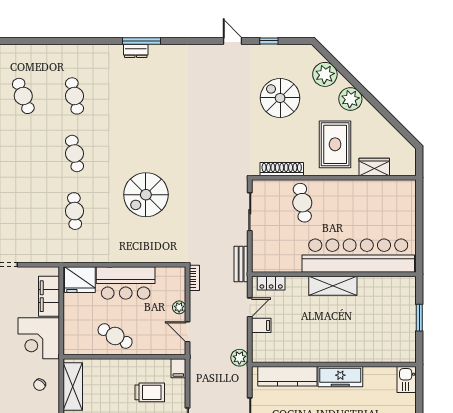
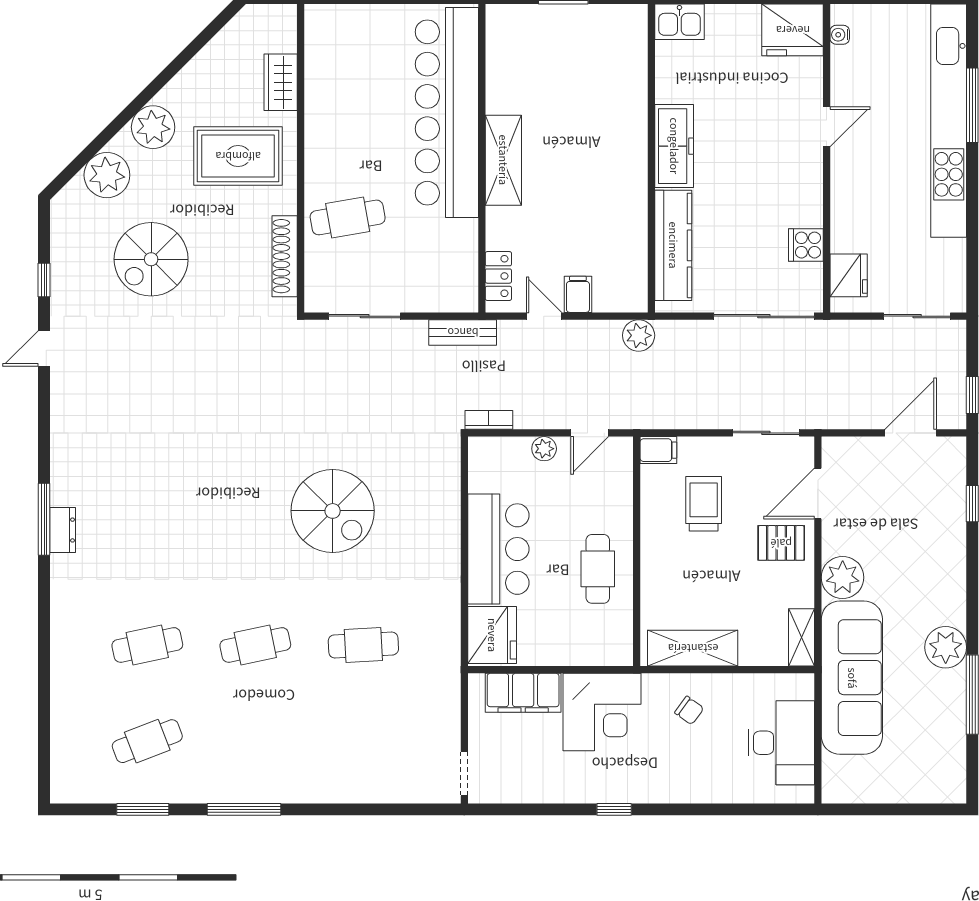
cafe table: (115, 336) -> (598, 569), turned -30

